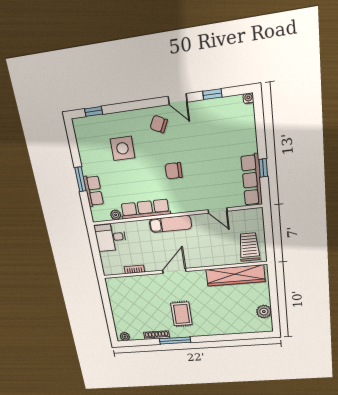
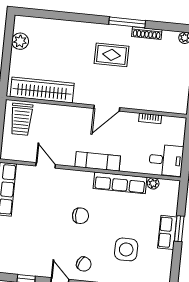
row of seats: (94, 191) -> (167, 232), moved
rug: (181, 314) -> (112, 55), turned 90

